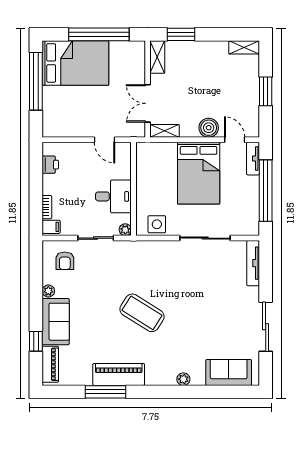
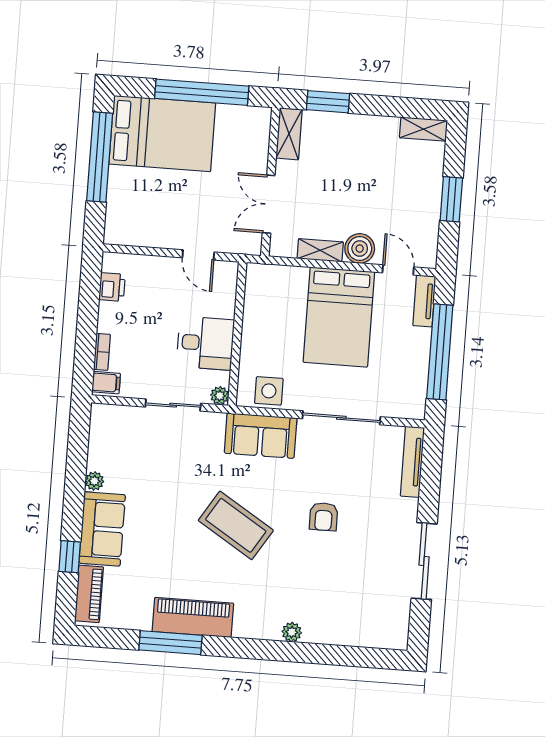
shelving: (165, 131) -> (320, 250), moved
armchair: (65, 261) -> (324, 517), moved
sofa: (229, 372) -> (261, 436), moved, turned 180

